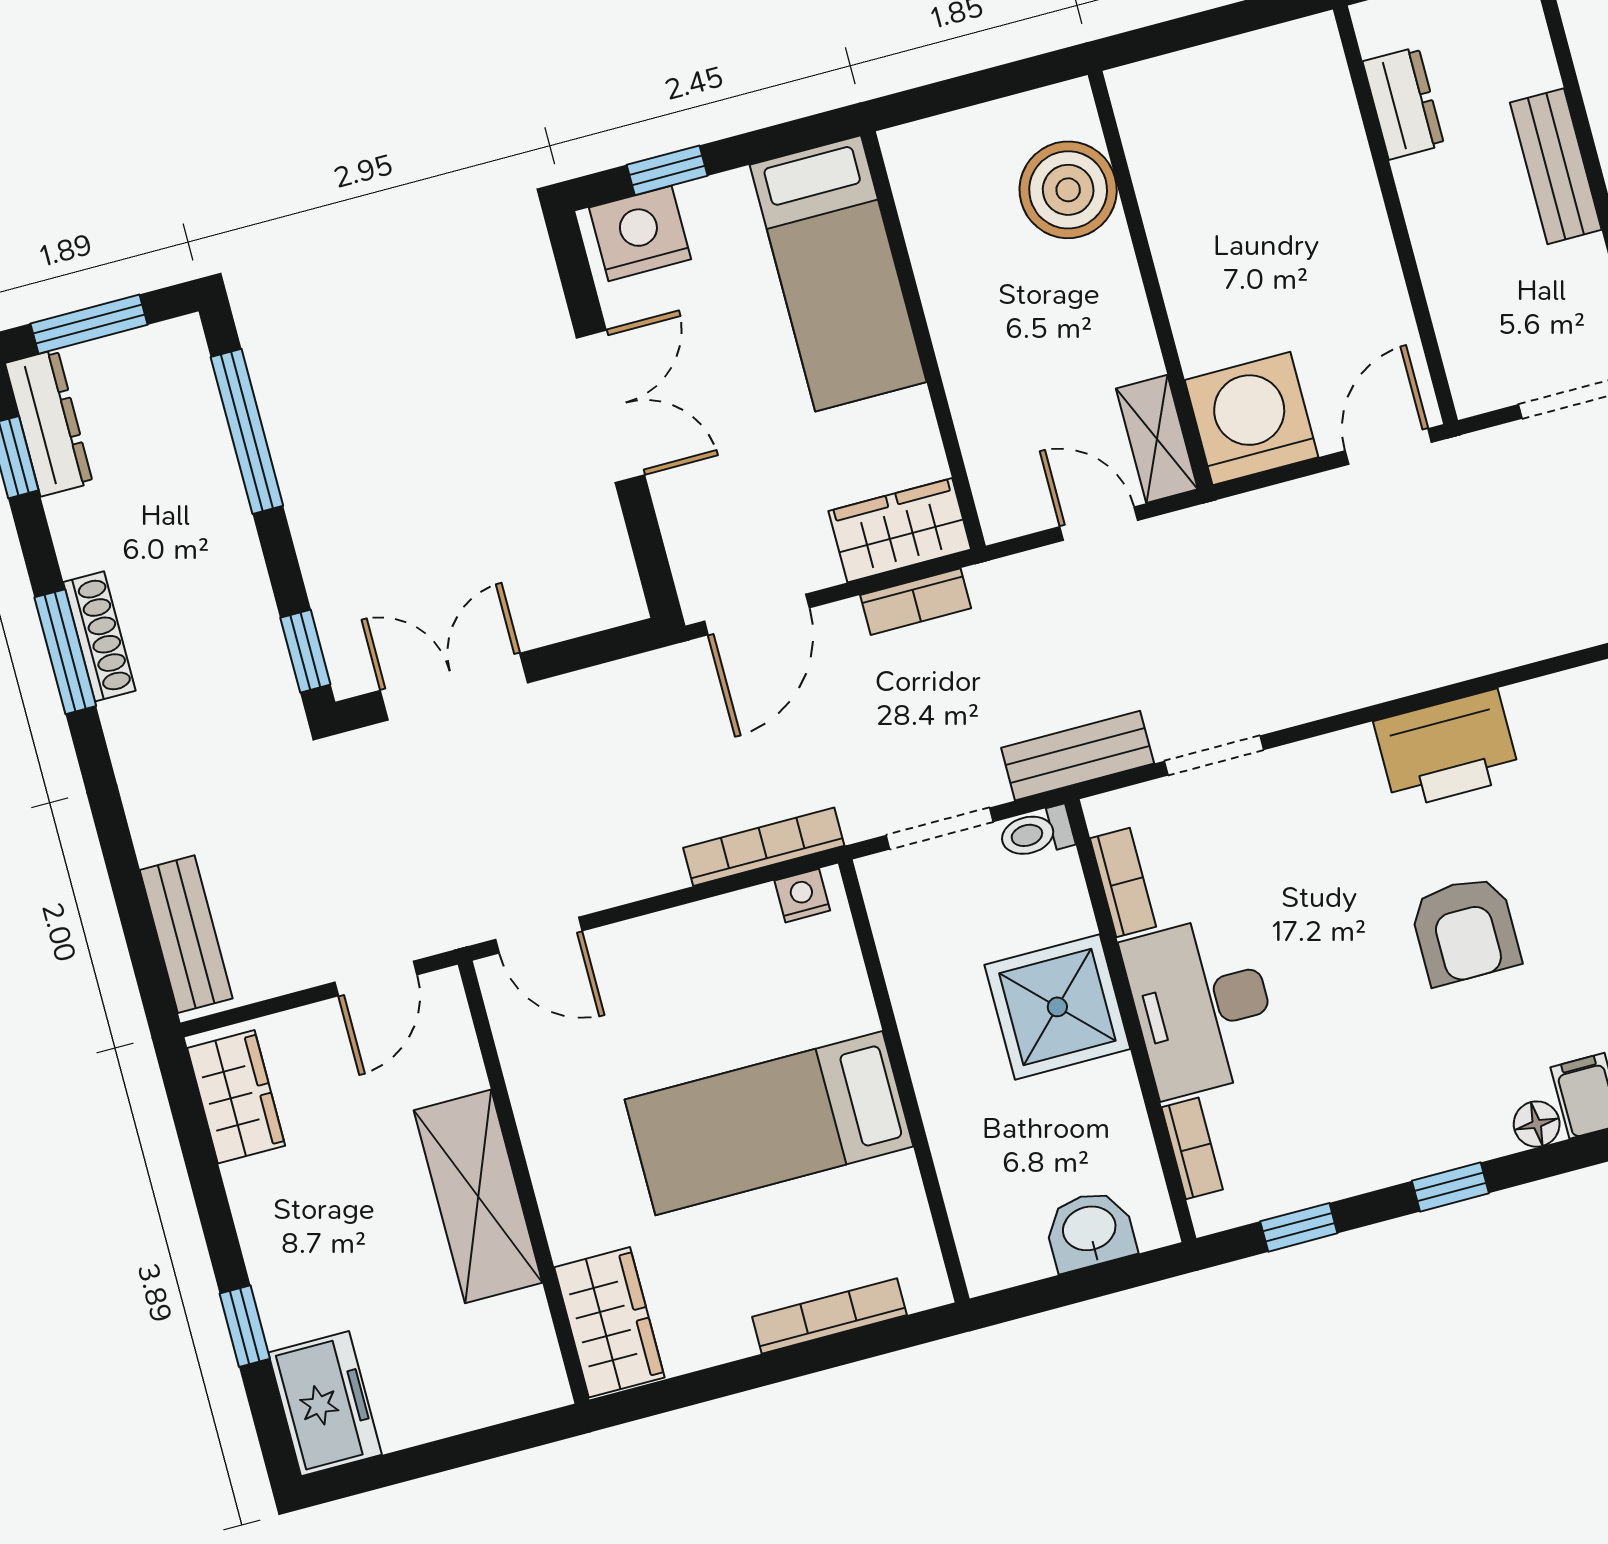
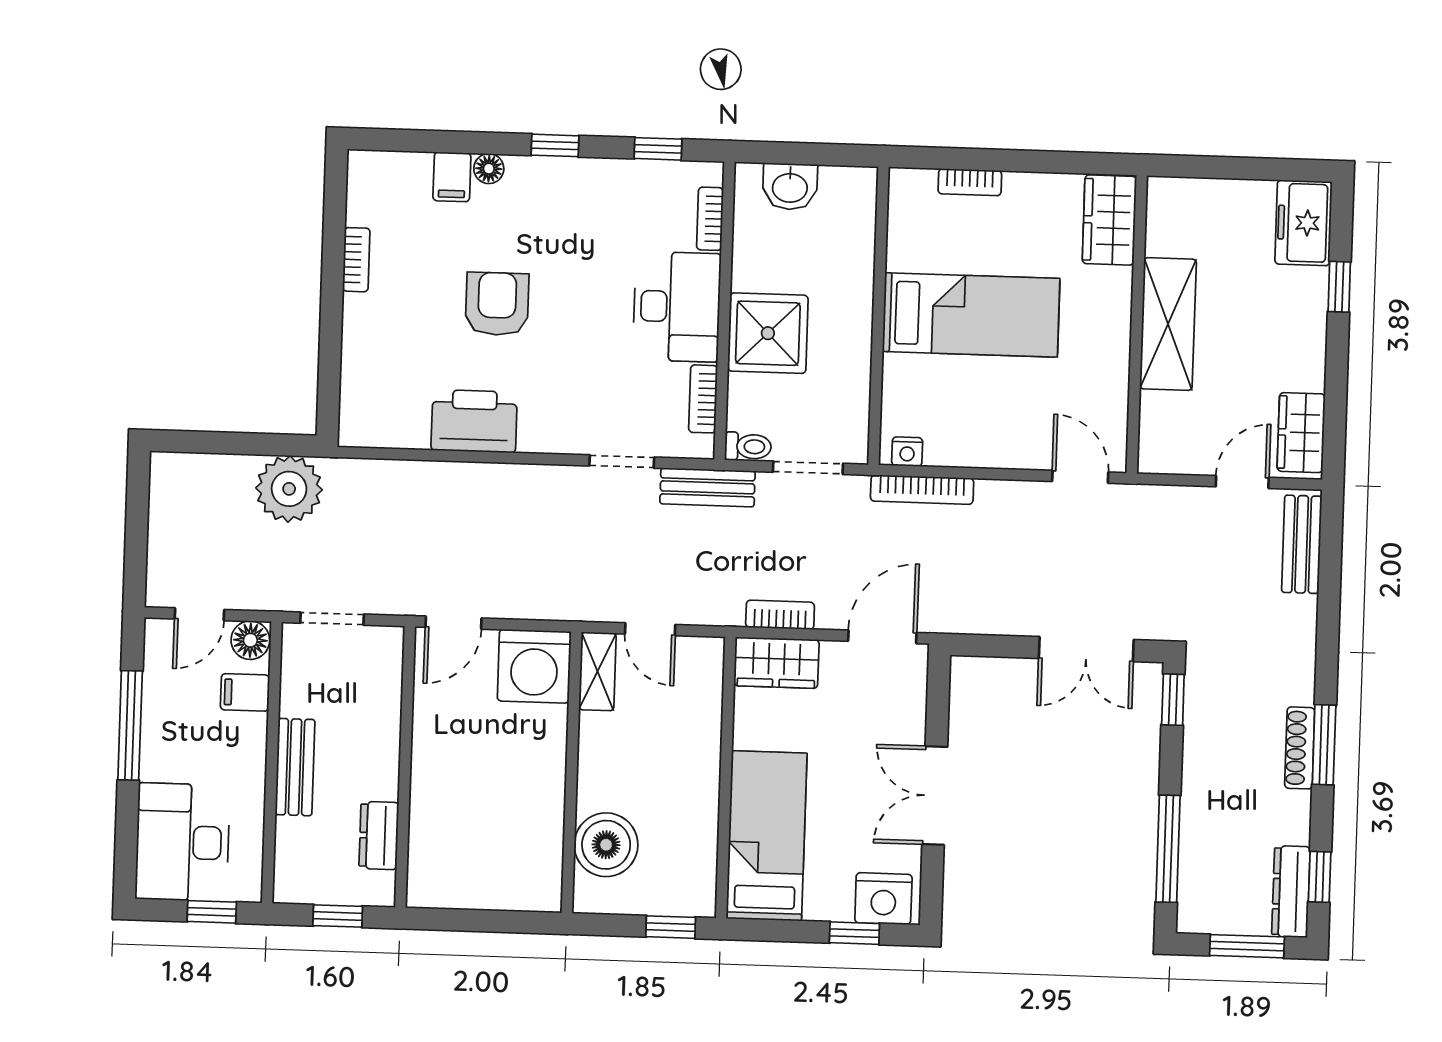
window: (938, 98) -> (671, 927), added
door: (376, 979) -> (1242, 482), moved
bookcase: (829, 1316) -> (970, 182), width x0.64

